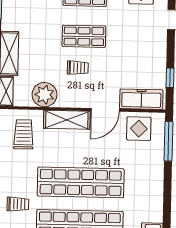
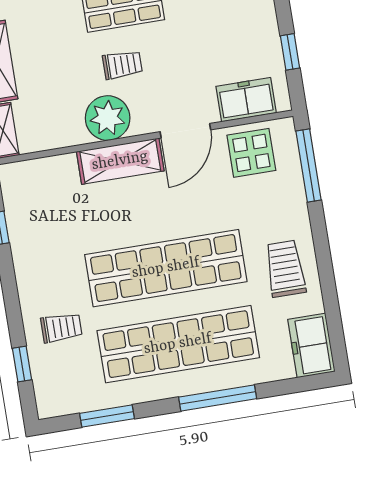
plant: (45, 95) -> (108, 118), moved
freezer: (141, 99) -> (246, 100), width x0.71
trolley: (24, 134) -> (285, 269), moved

